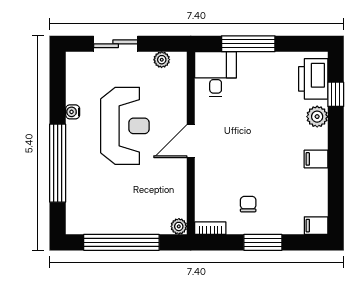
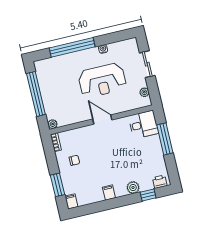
printer: (313, 79) -> (160, 182), width x0.53, depth x0.68
window: (263, 242) -> (57, 185), moved

